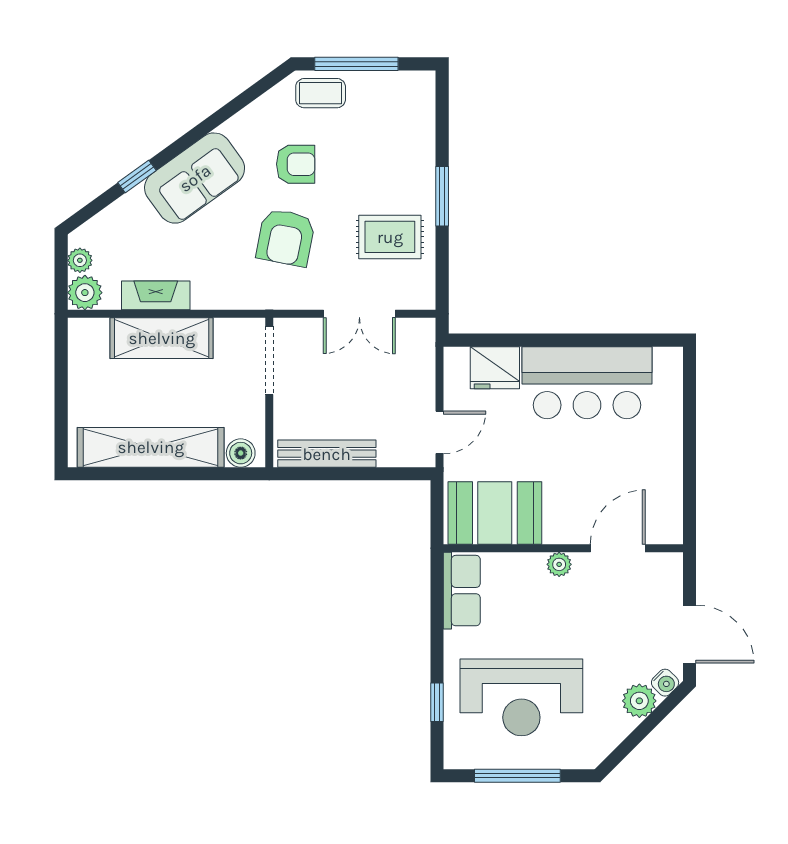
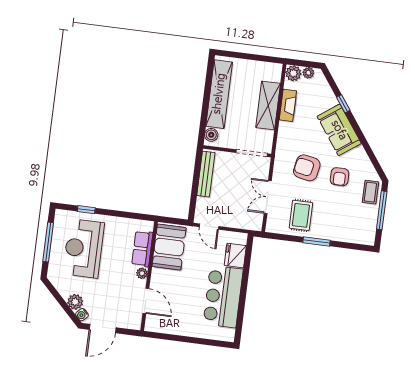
row of seats: (462, 591) -> (142, 249), moved, turned 90

